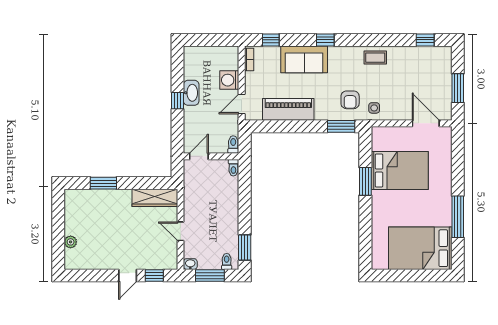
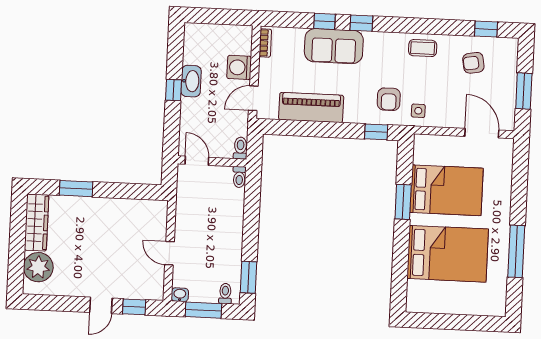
window: (271, 40) -> (324, 21), moved
armchair: (416, 67) -> (473, 63), added
window: (341, 126) -> (376, 132), width x0.67
door: (199, 156) -> (197, 161), hinge flipped
wardrobe: (155, 198) -> (37, 222), moved, turned -90
plant: (71, 242) -> (38, 267), width x1.87, depth x1.87
bed: (420, 248) -> (448, 254), moved, turned 180

